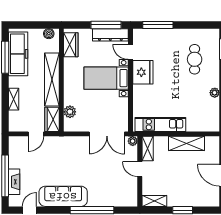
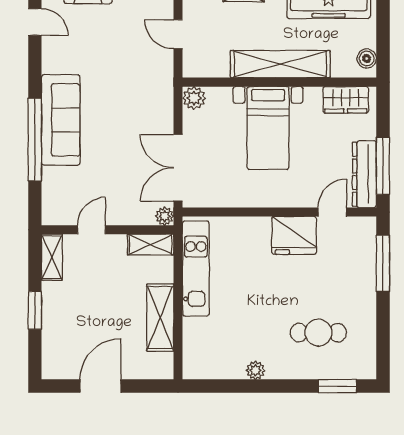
bed with nightstands: (106, 78) -> (268, 128), moved, turned 180
plant: (70, 112) -> (194, 98), moved
wardrobe: (52, 119) -> (206, 64), removed
door: (140, 169) -> (91, 230), moved
sofa: (63, 196) -> (61, 120), moved

